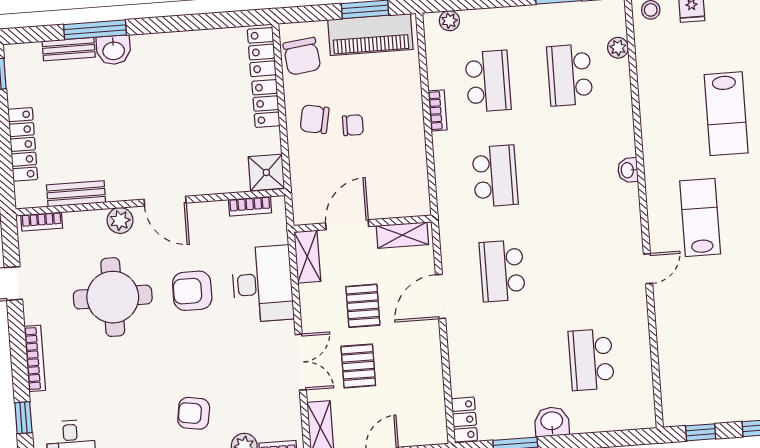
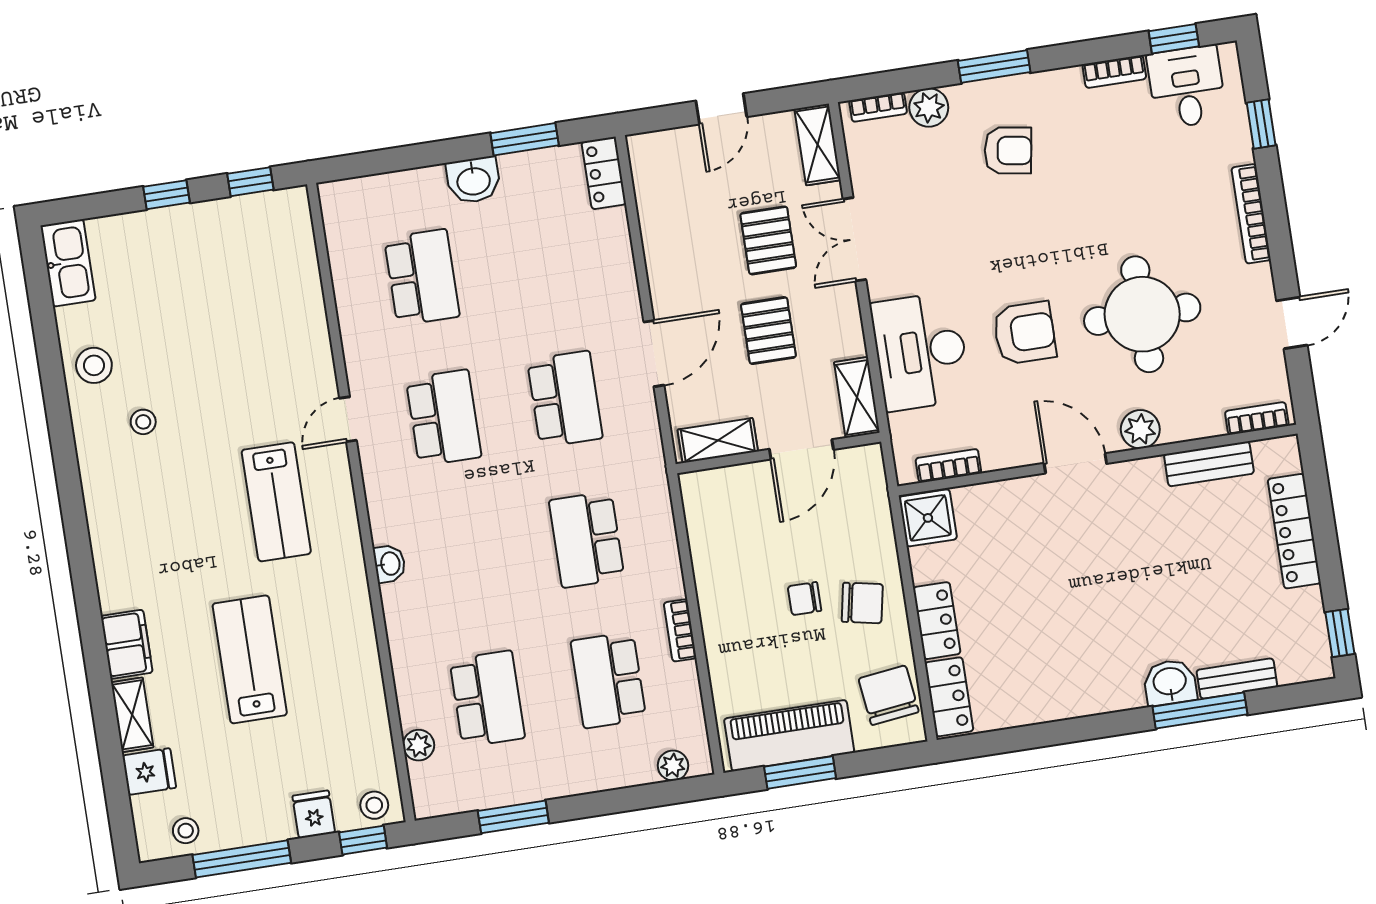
school desk: (584, 265) -> (444, 418), added

